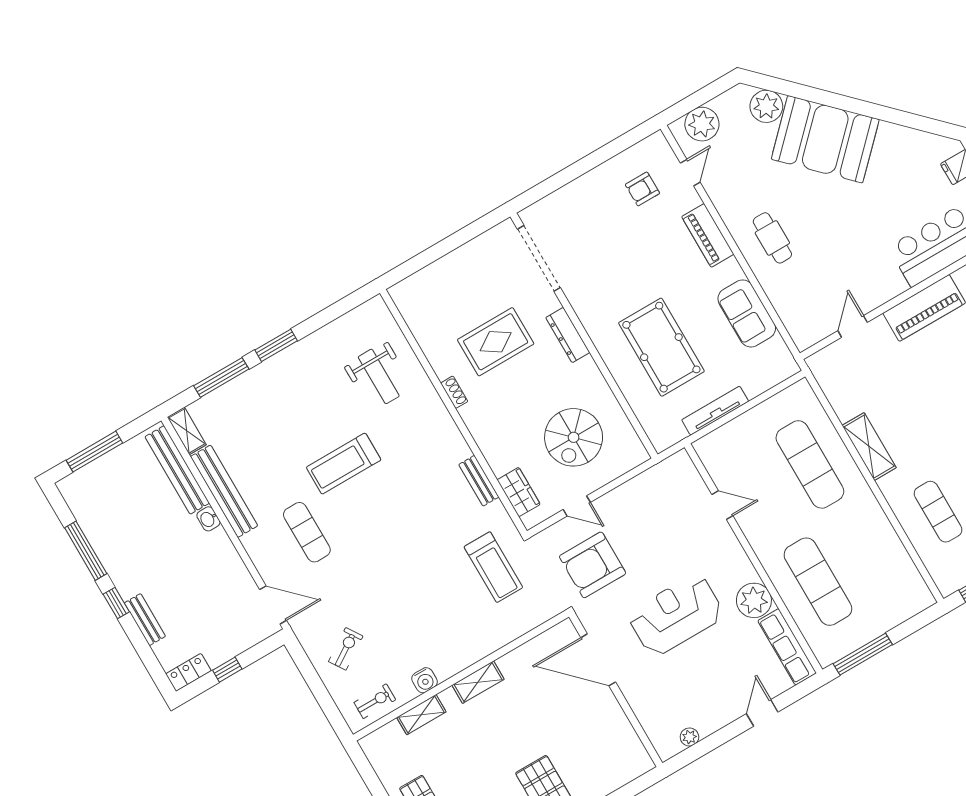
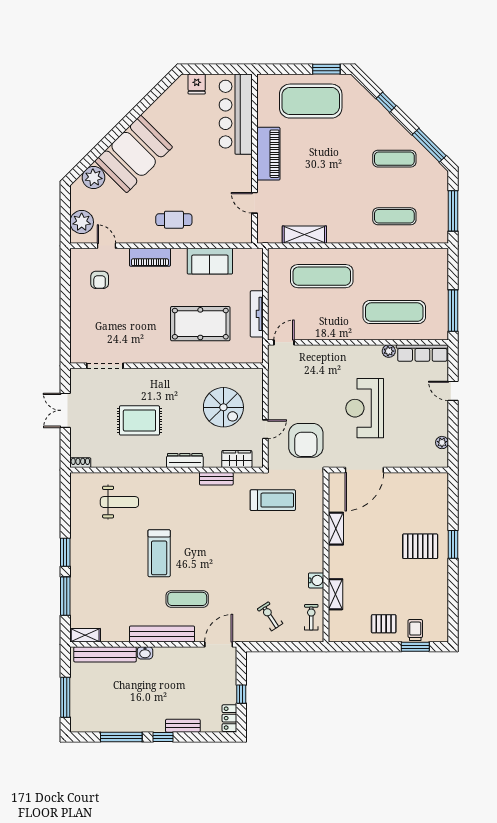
double door: (454, 242) -> (65, 410), added
doorway: (539, 258) -> (105, 366), width x0.73
dresser: (568, 335) -> (185, 461), moved, turned 180
rug: (496, 342) -> (139, 420), turned 90
shoe rack: (454, 392) -> (80, 463), moved
shelving: (869, 447) -> (304, 235), moved
bench: (224, 491) -> (162, 634), moved
door: (722, 505) -> (284, 342), moved
plant: (754, 600) -> (389, 351), width x0.53, depth x0.53
shelving: (478, 682) -> (336, 529), moved

